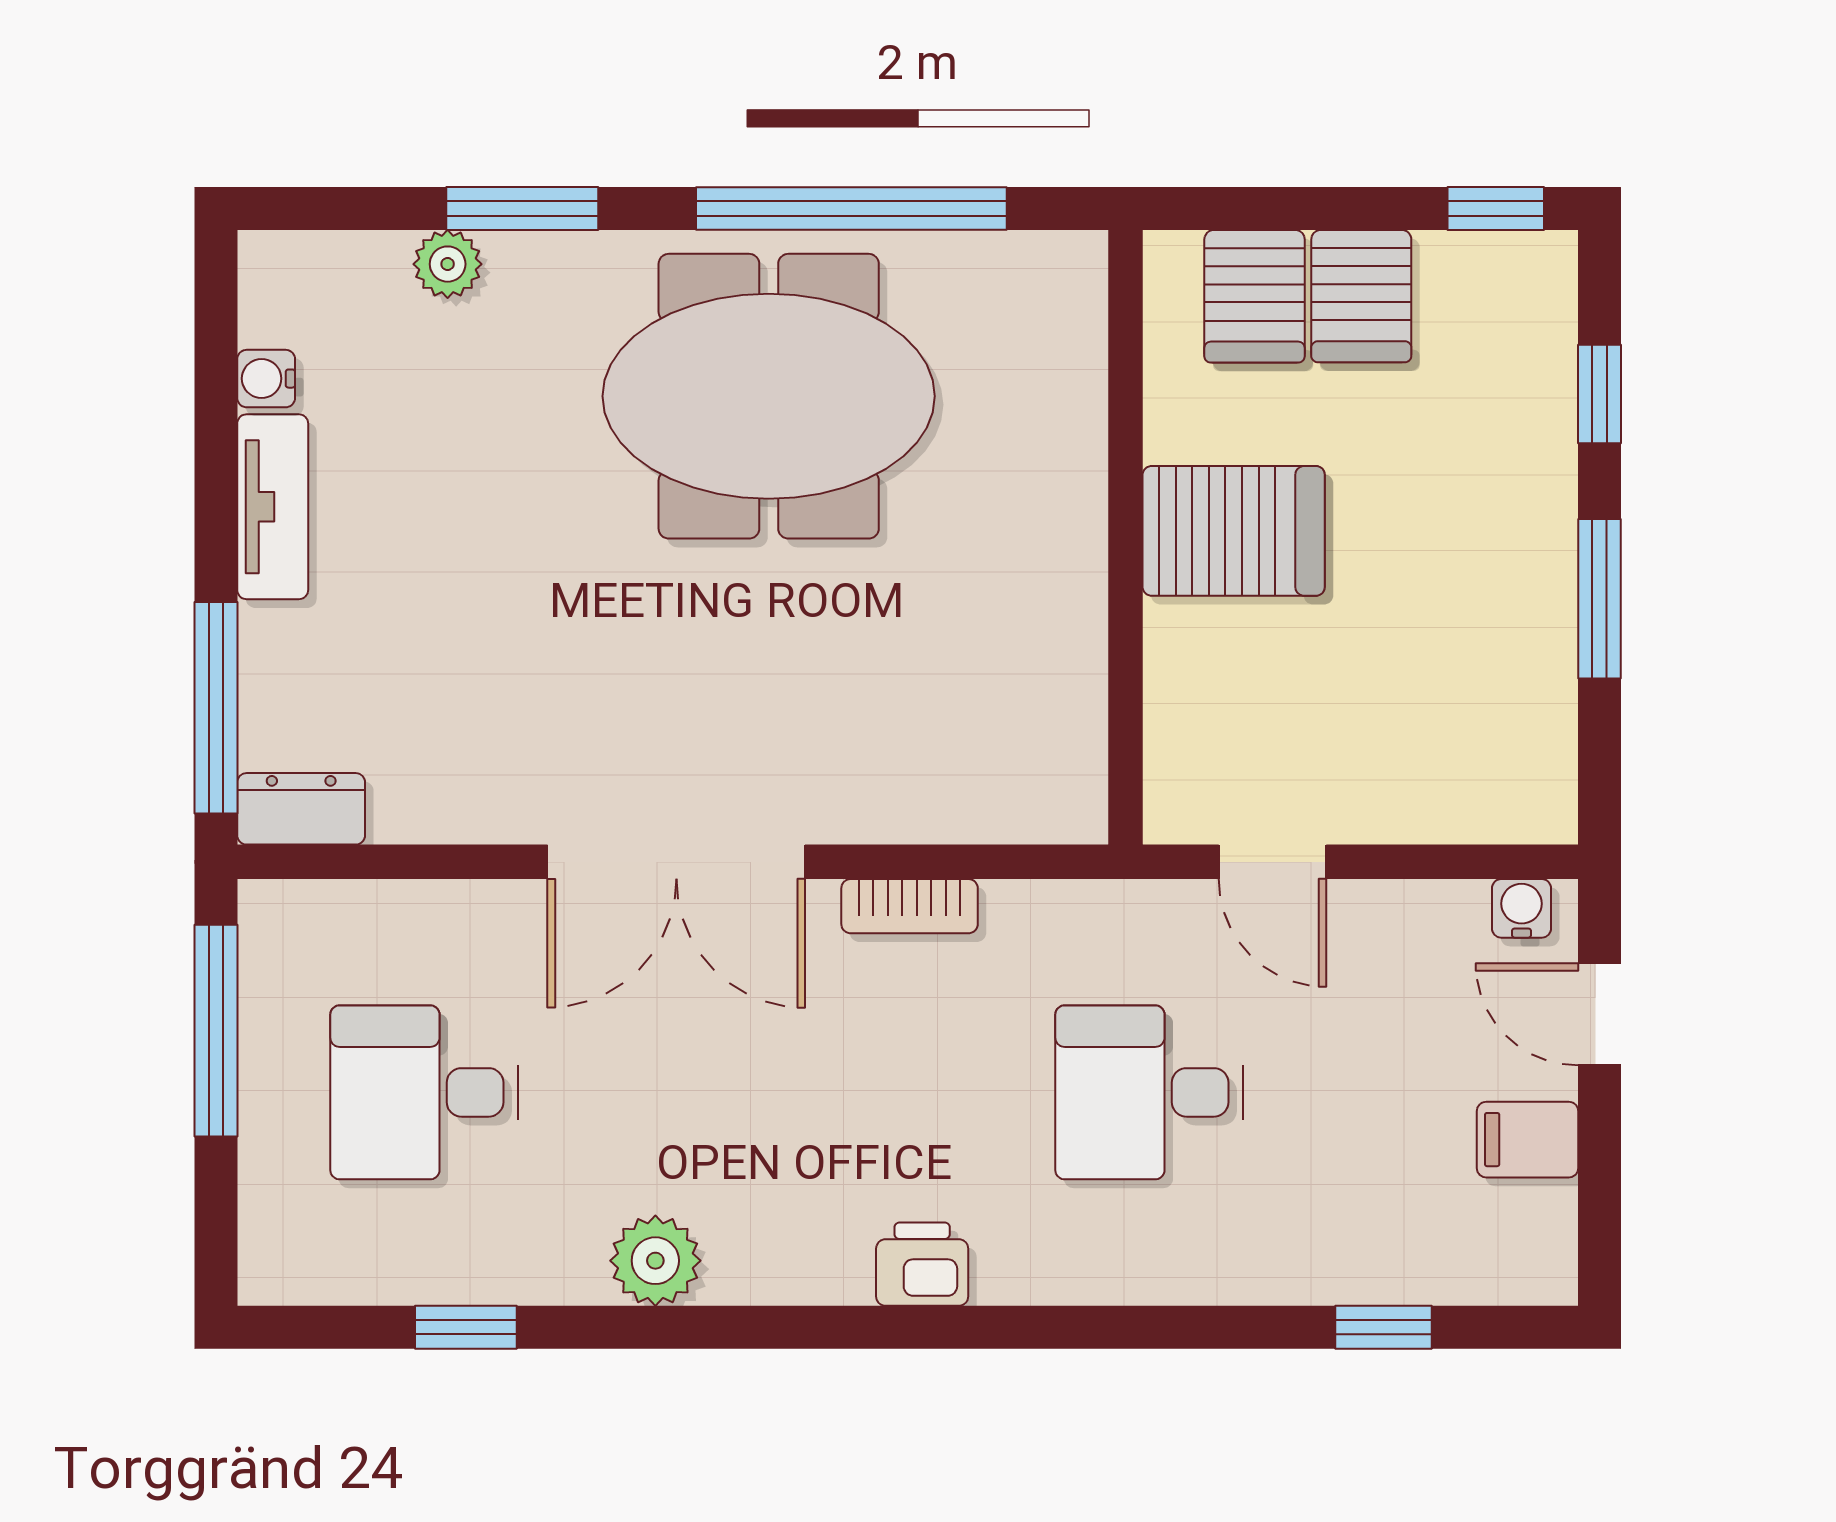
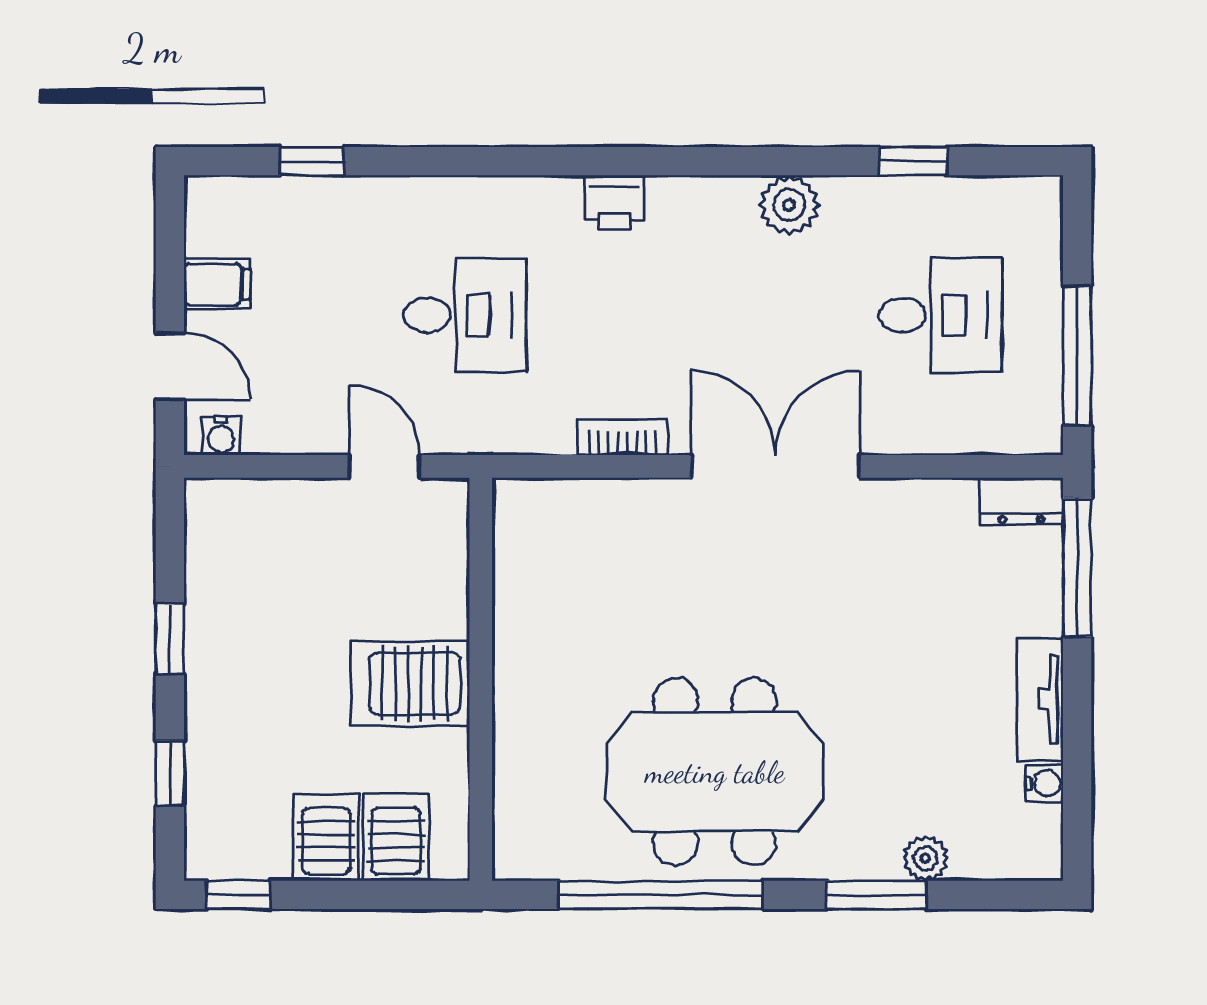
window: (1599, 599) -> (170, 639), width x0.67

